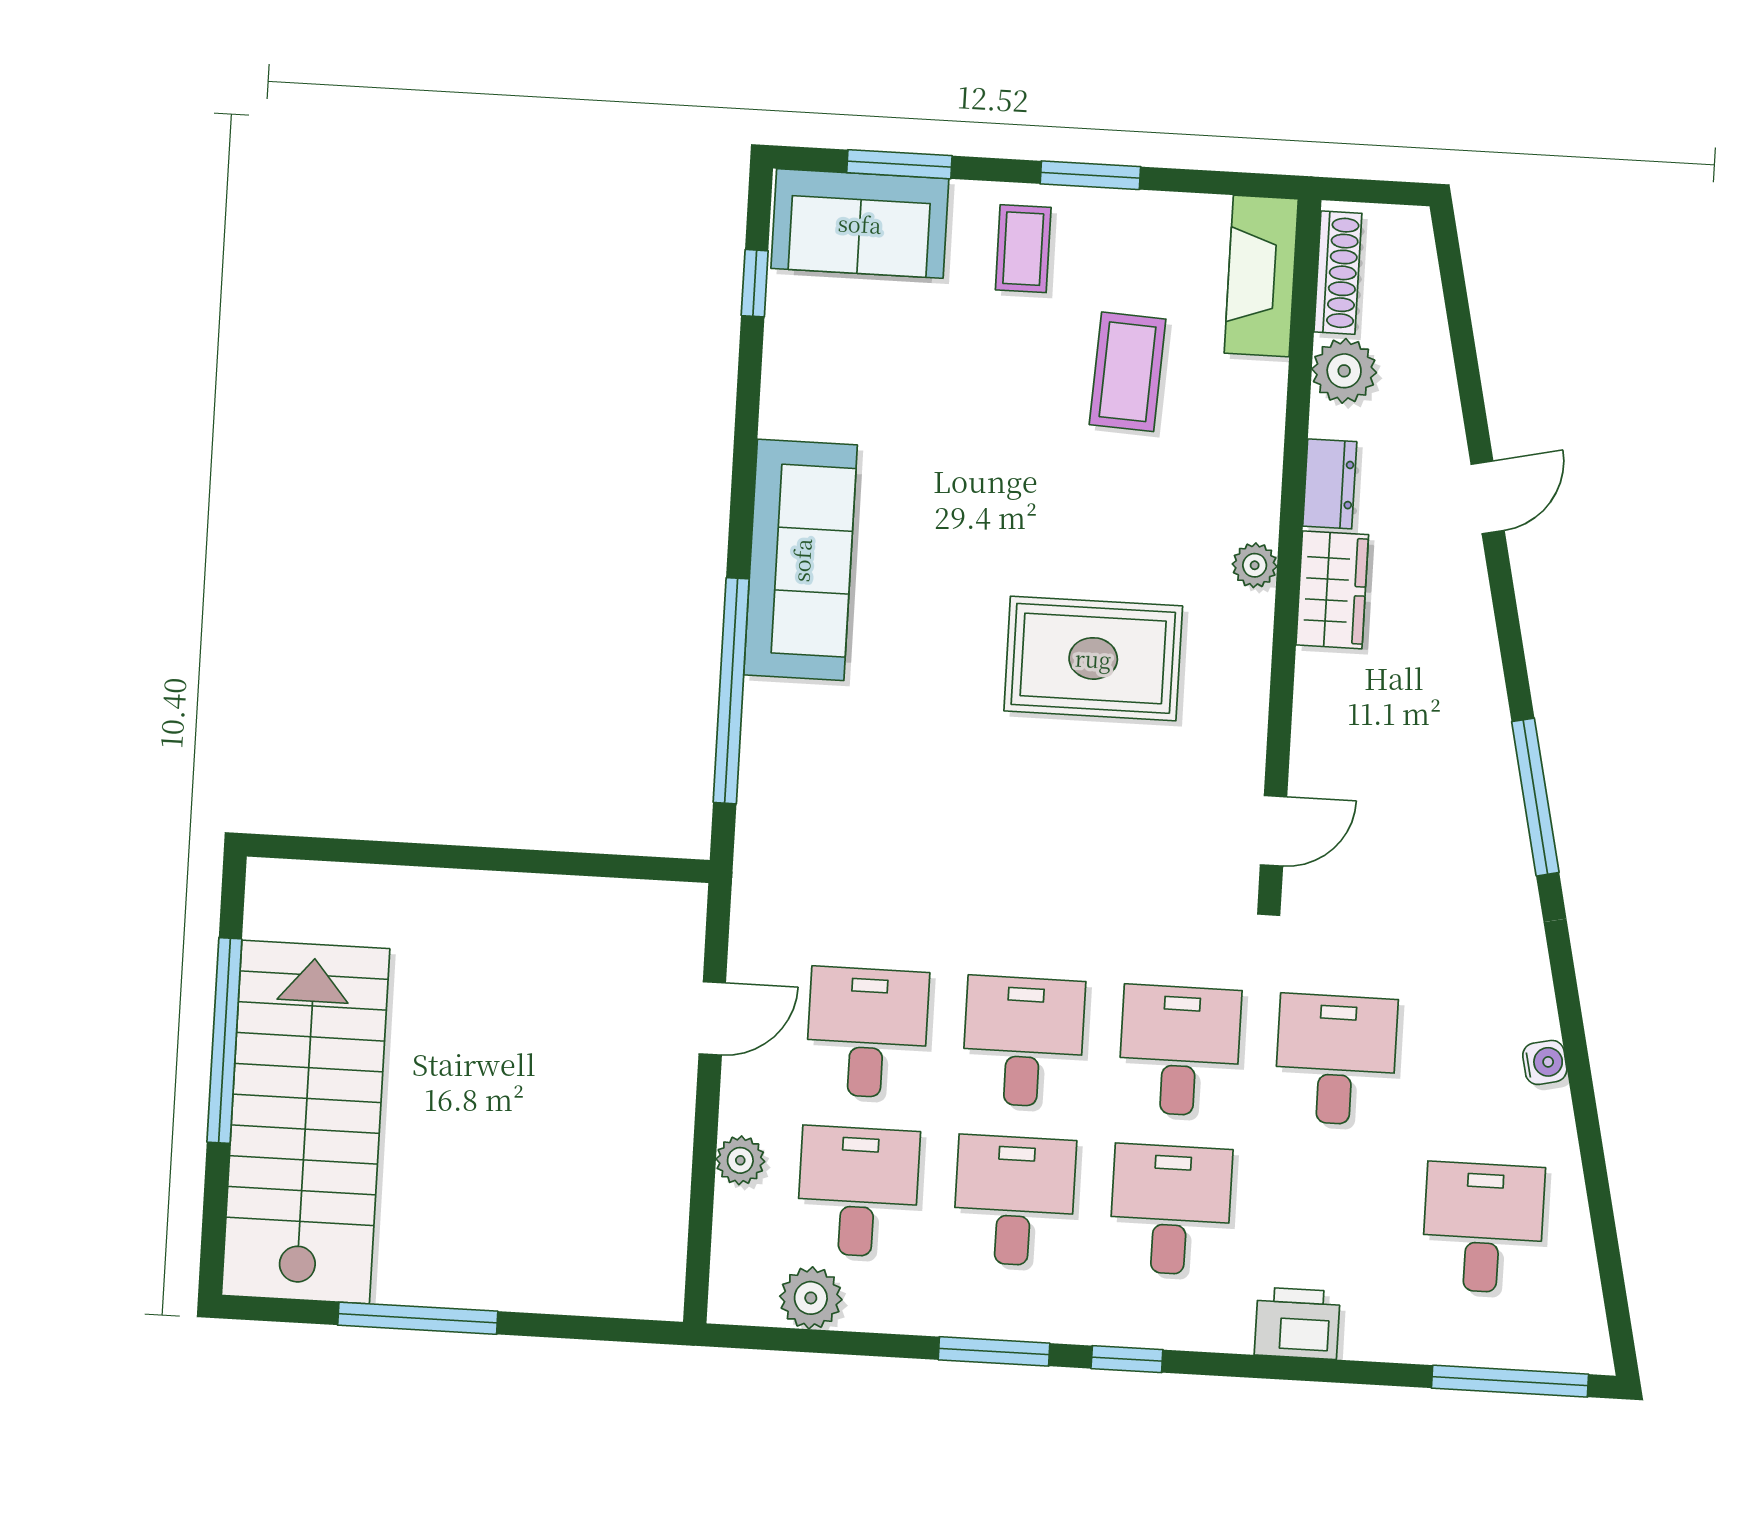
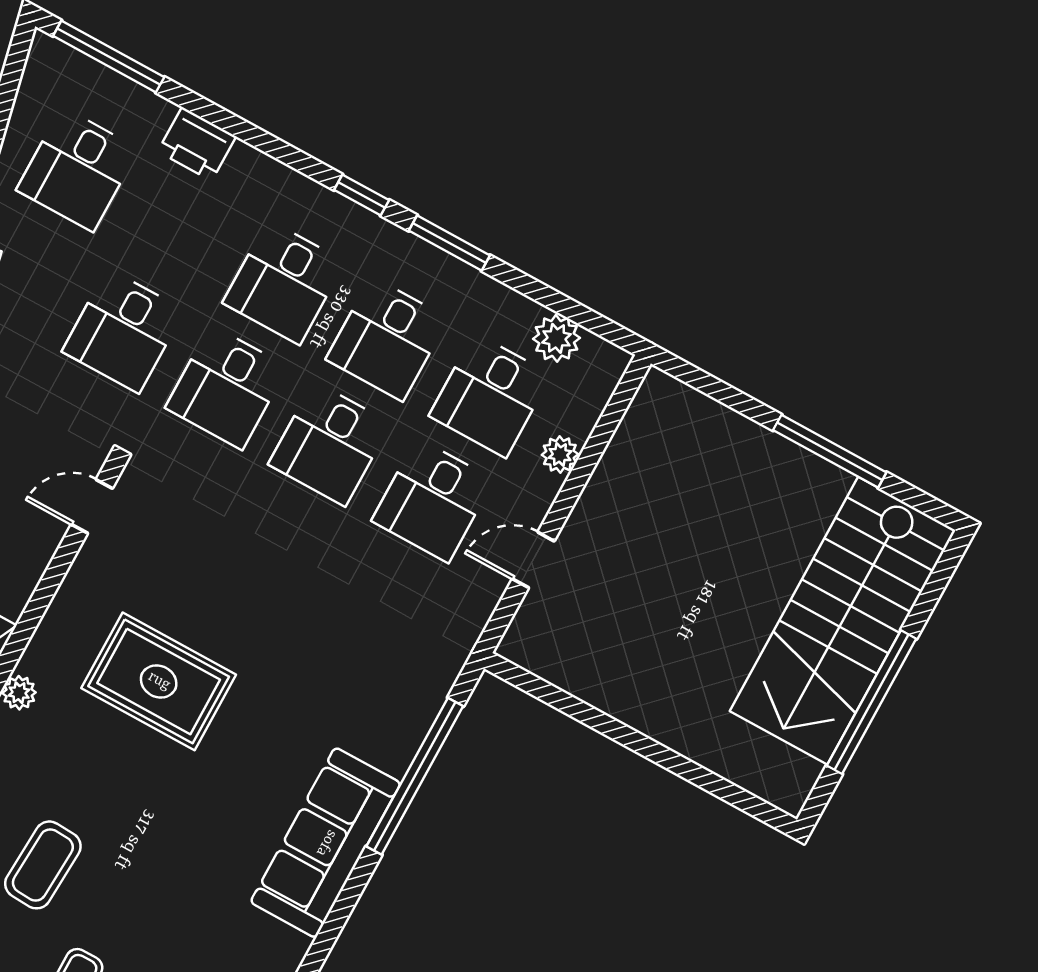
printer: (1297, 1323) -> (197, 144), moved

